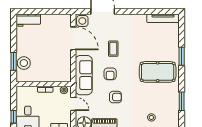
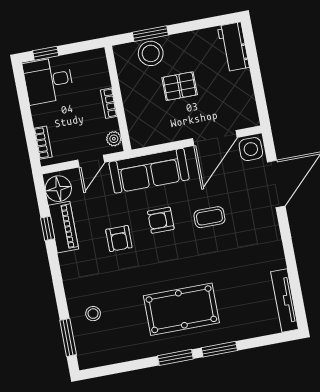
pallet: (43, 51) -> (180, 86), added
pool table: (158, 72) -> (181, 309), turned 90
window: (182, 101) -> (175, 357), moved

